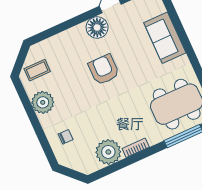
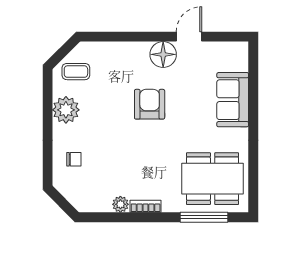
plant: (108, 152) -> (120, 204), width x0.53, depth x0.53

